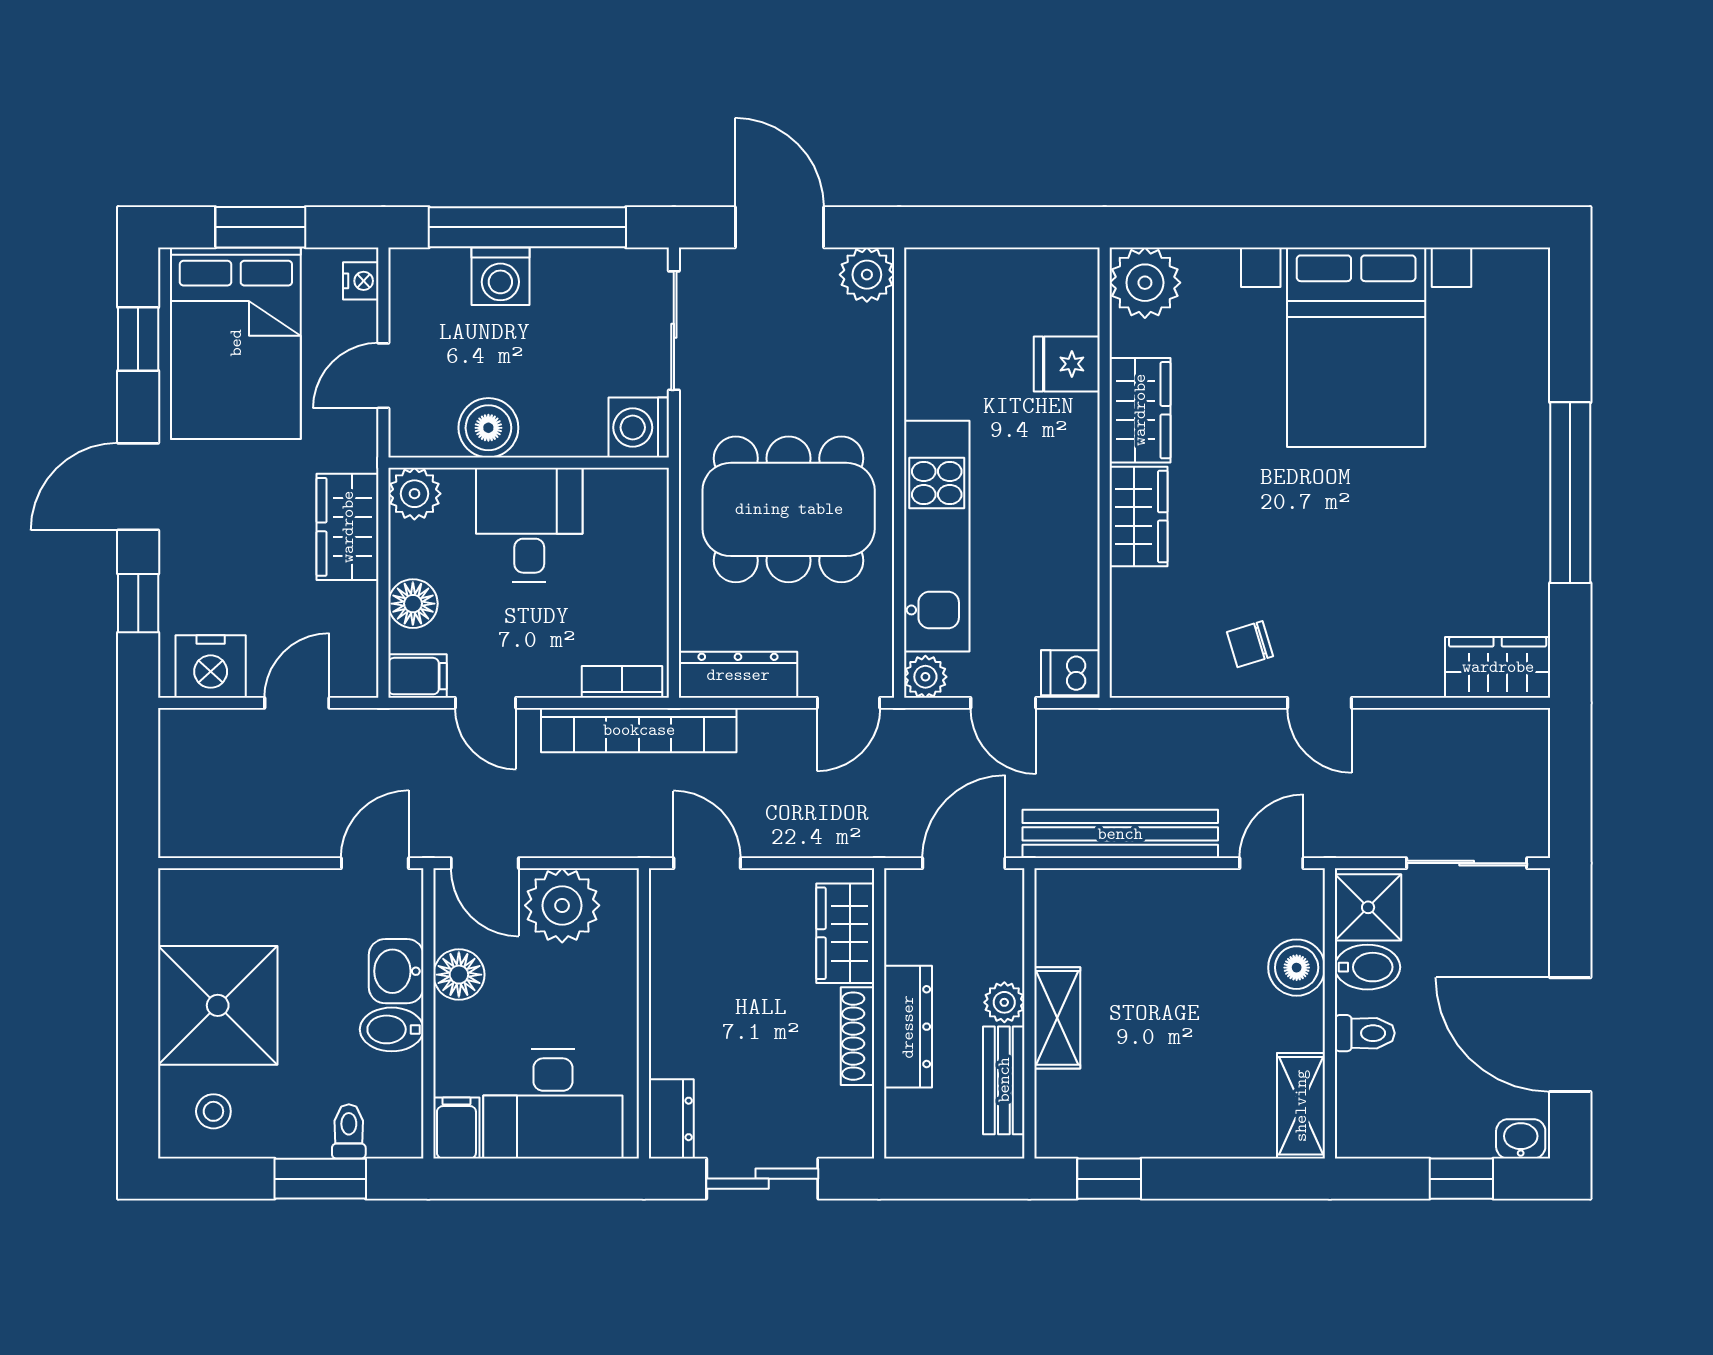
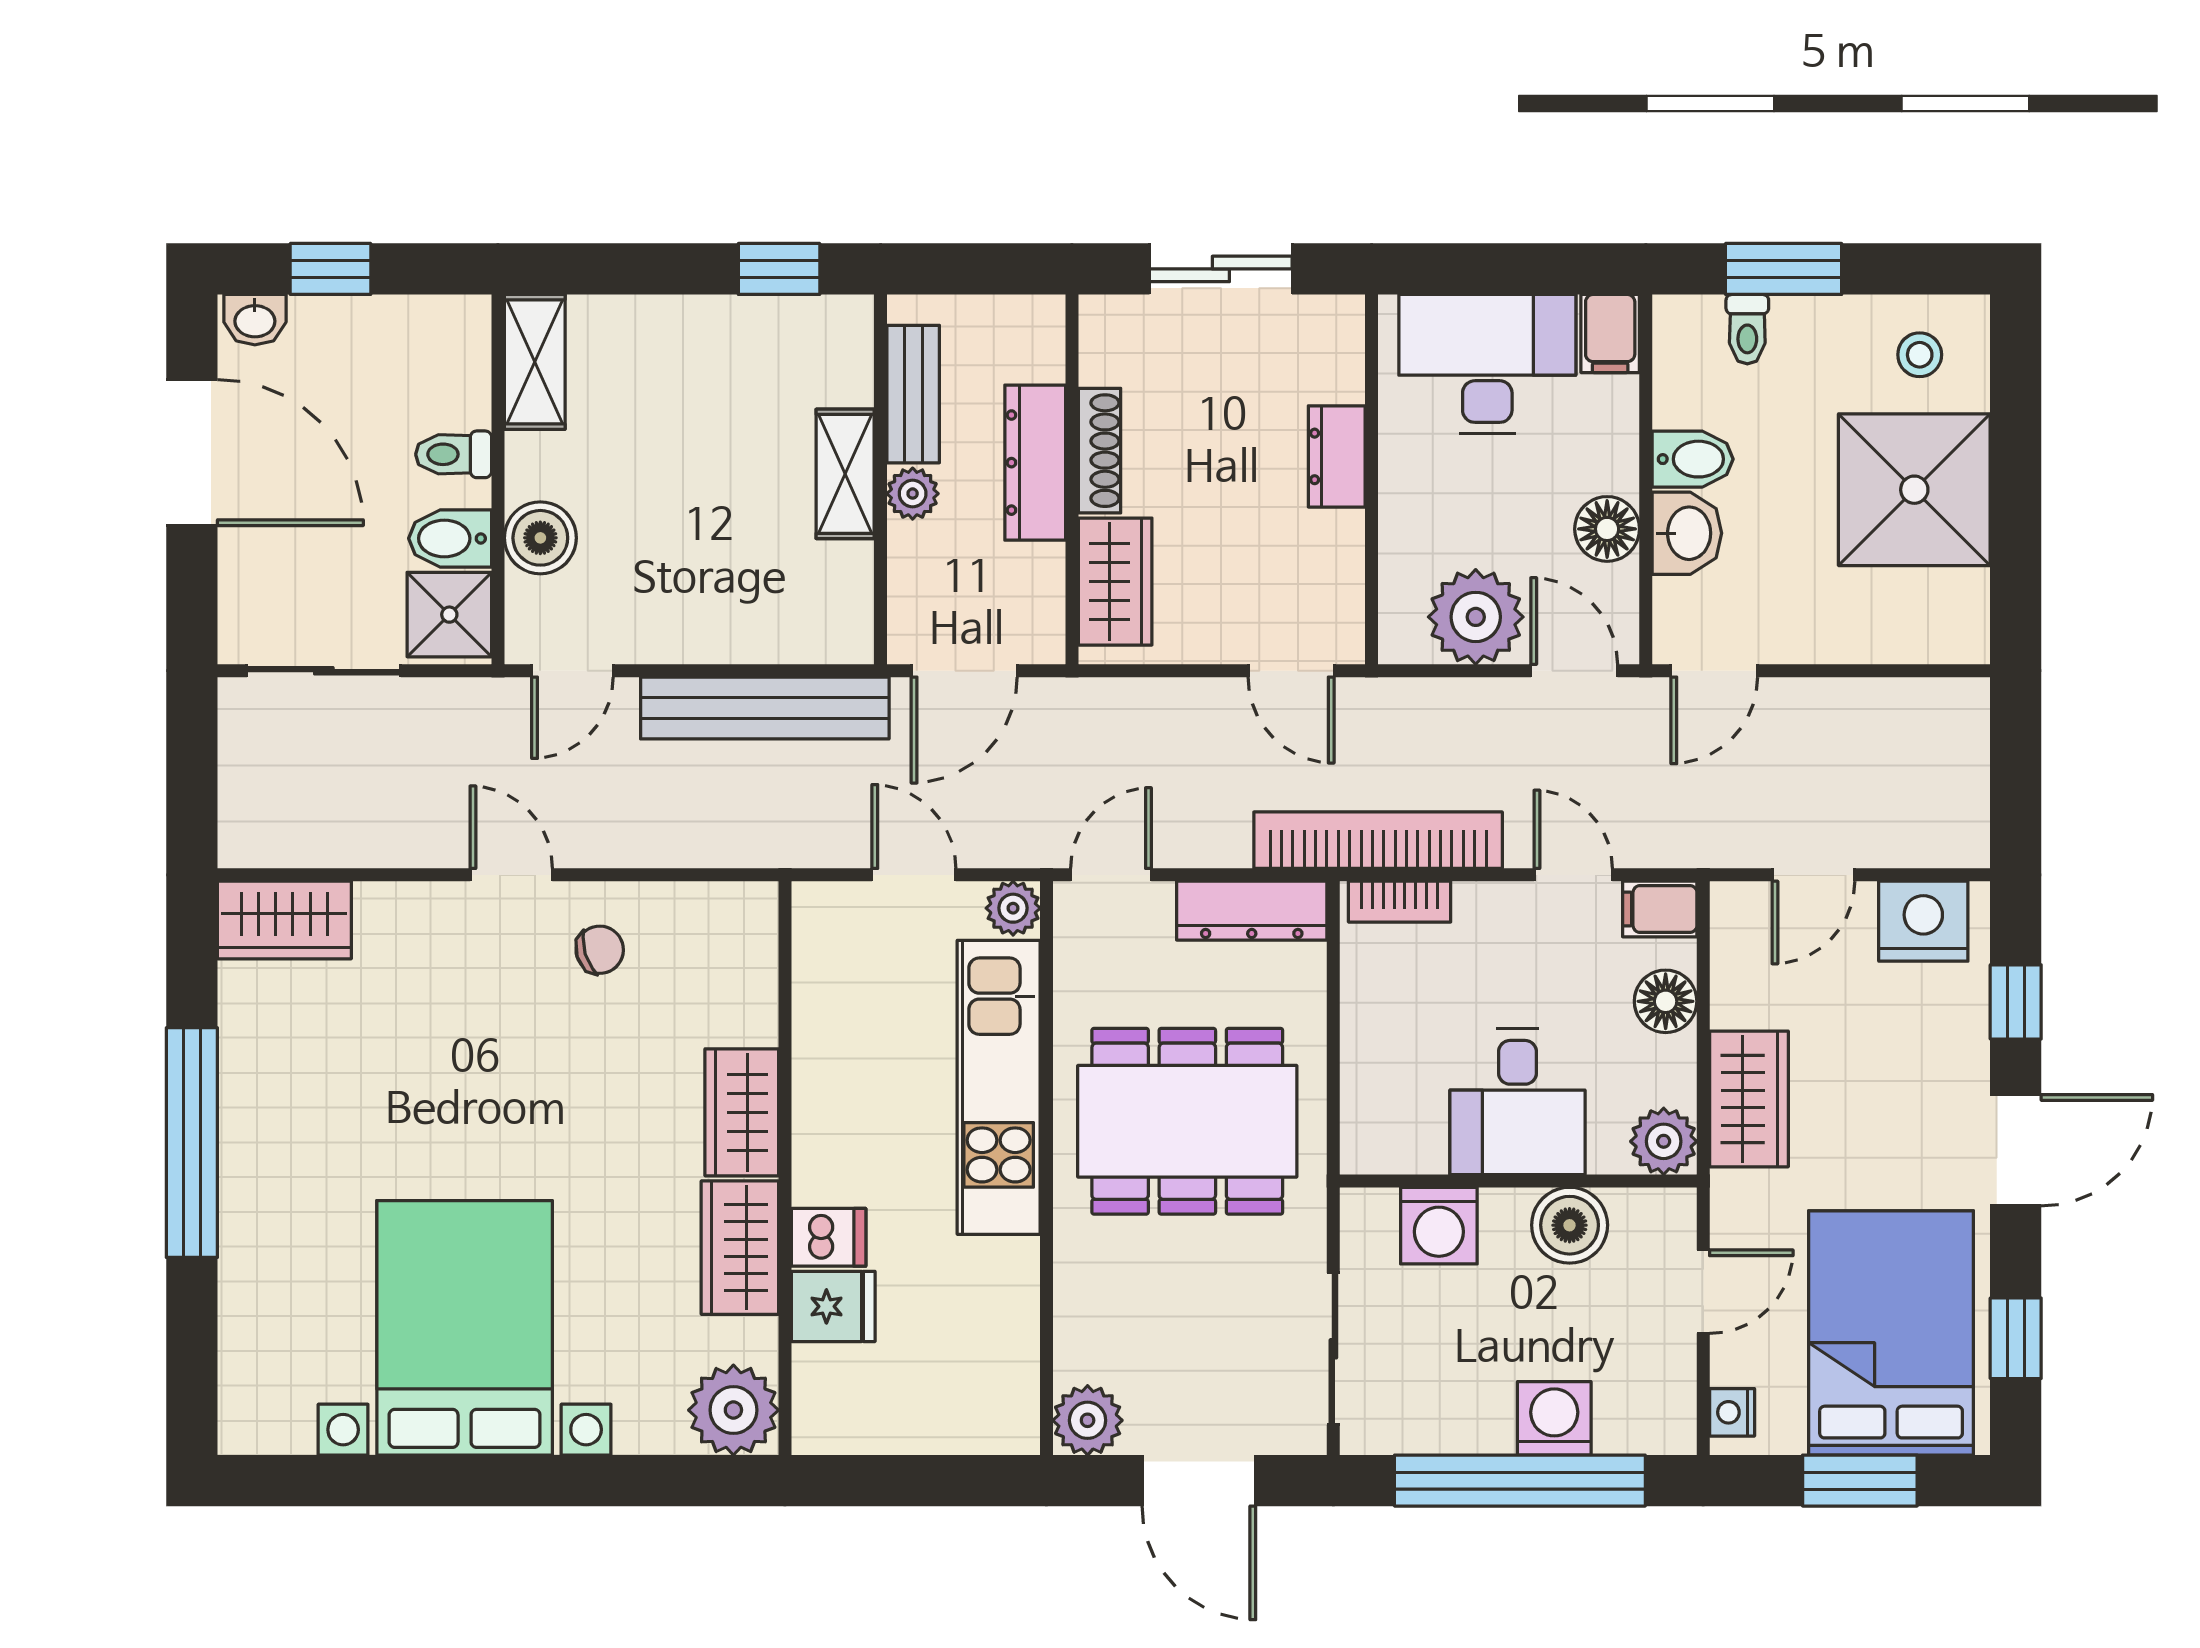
washing machine: (639, 427) -> (1439, 1226), moved, turned 90
dishwasher: (1070, 673) -> (829, 1237), moved
dresser: (671, 1119) -> (1337, 456), moved

